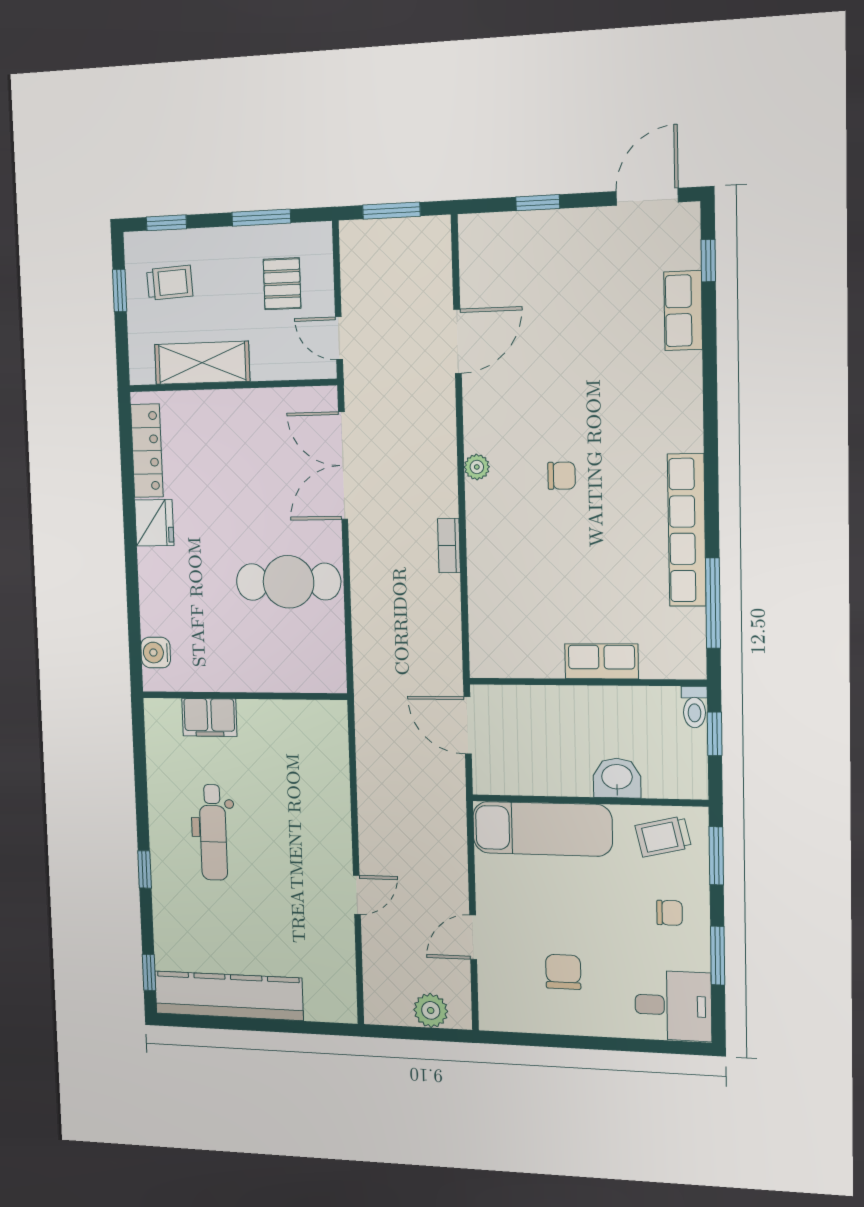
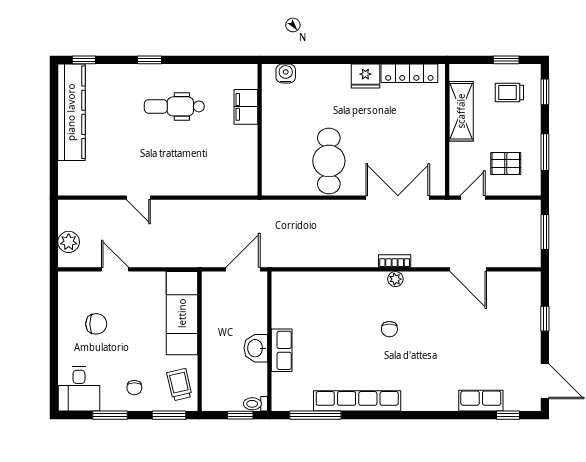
trolley: (170, 283) -> (509, 93), turned 93
bookcase: (449, 546) -> (395, 261), moved
washbasin: (617, 778) -> (256, 348), moved, turned 180

